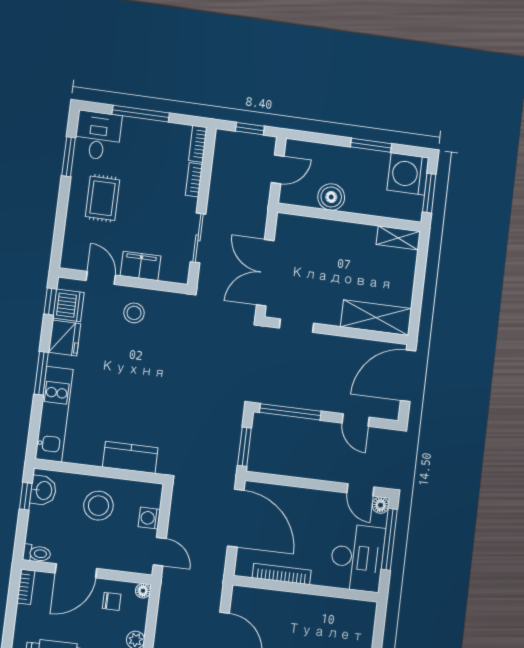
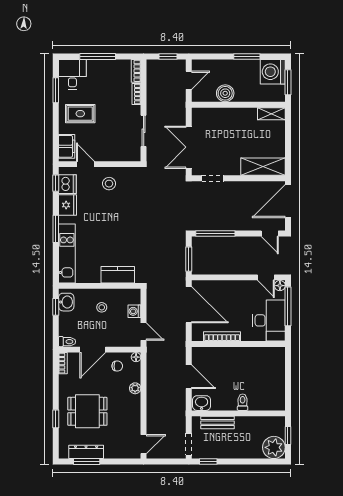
rug: (102, 198) -> (80, 114), turned 90
filing cabinet: (141, 266) -> (67, 146), moved, turned 90
door: (356, 420) -> (270, 234), moved
stool: (98, 506) -> (102, 307), width x0.53, depth x0.53

